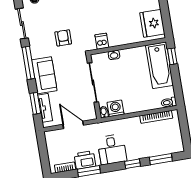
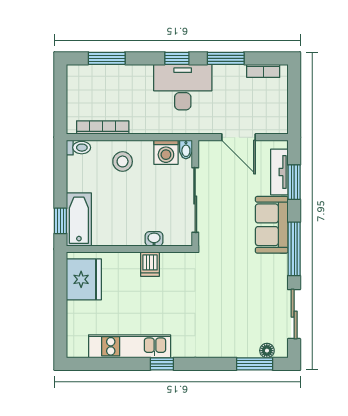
armchair: (63, 38) -> (231, 280), removed
dishwasher: (102, 41) -> (150, 264), moved
bathtub: (159, 65) -> (79, 219), width x0.73, depth x0.73
stool: (141, 98) -> (123, 161), added
desk: (112, 149) -> (183, 87), width x1.37
printer: (85, 160) -> (229, 77), removed
window: (132, 164) -> (177, 58), moved

